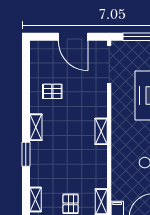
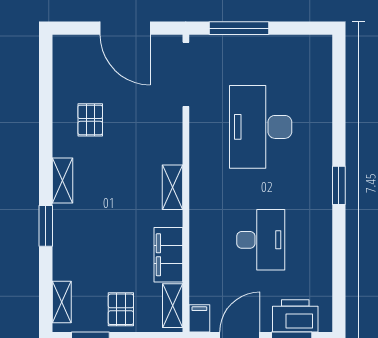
pallet: (52, 91) -> (90, 120), turned 90
filing cabinet: (99, 171) -> (168, 255), added

